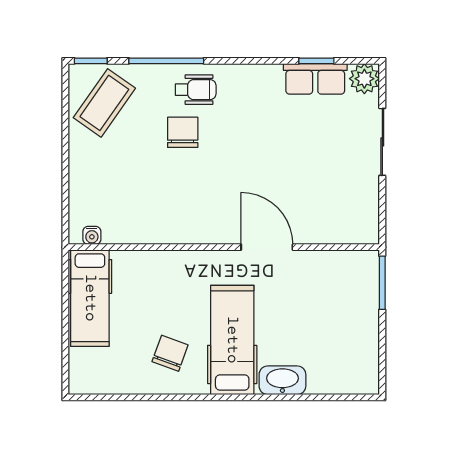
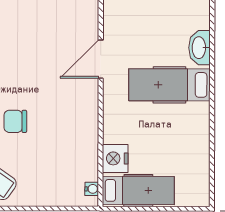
nightstand: (133, 267) -> (115, 158), added
chair: (170, 353) -> (179, 131), removed

